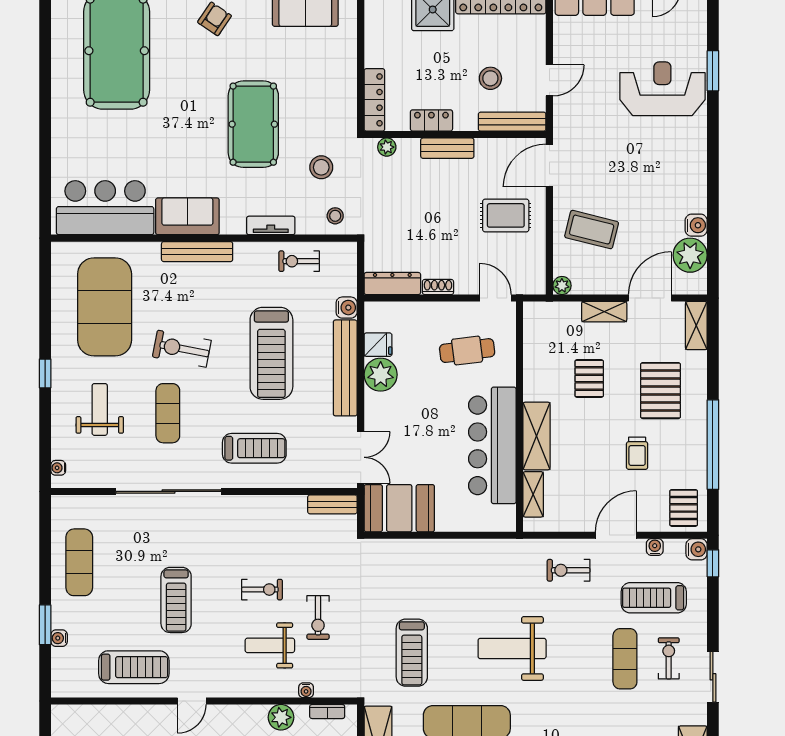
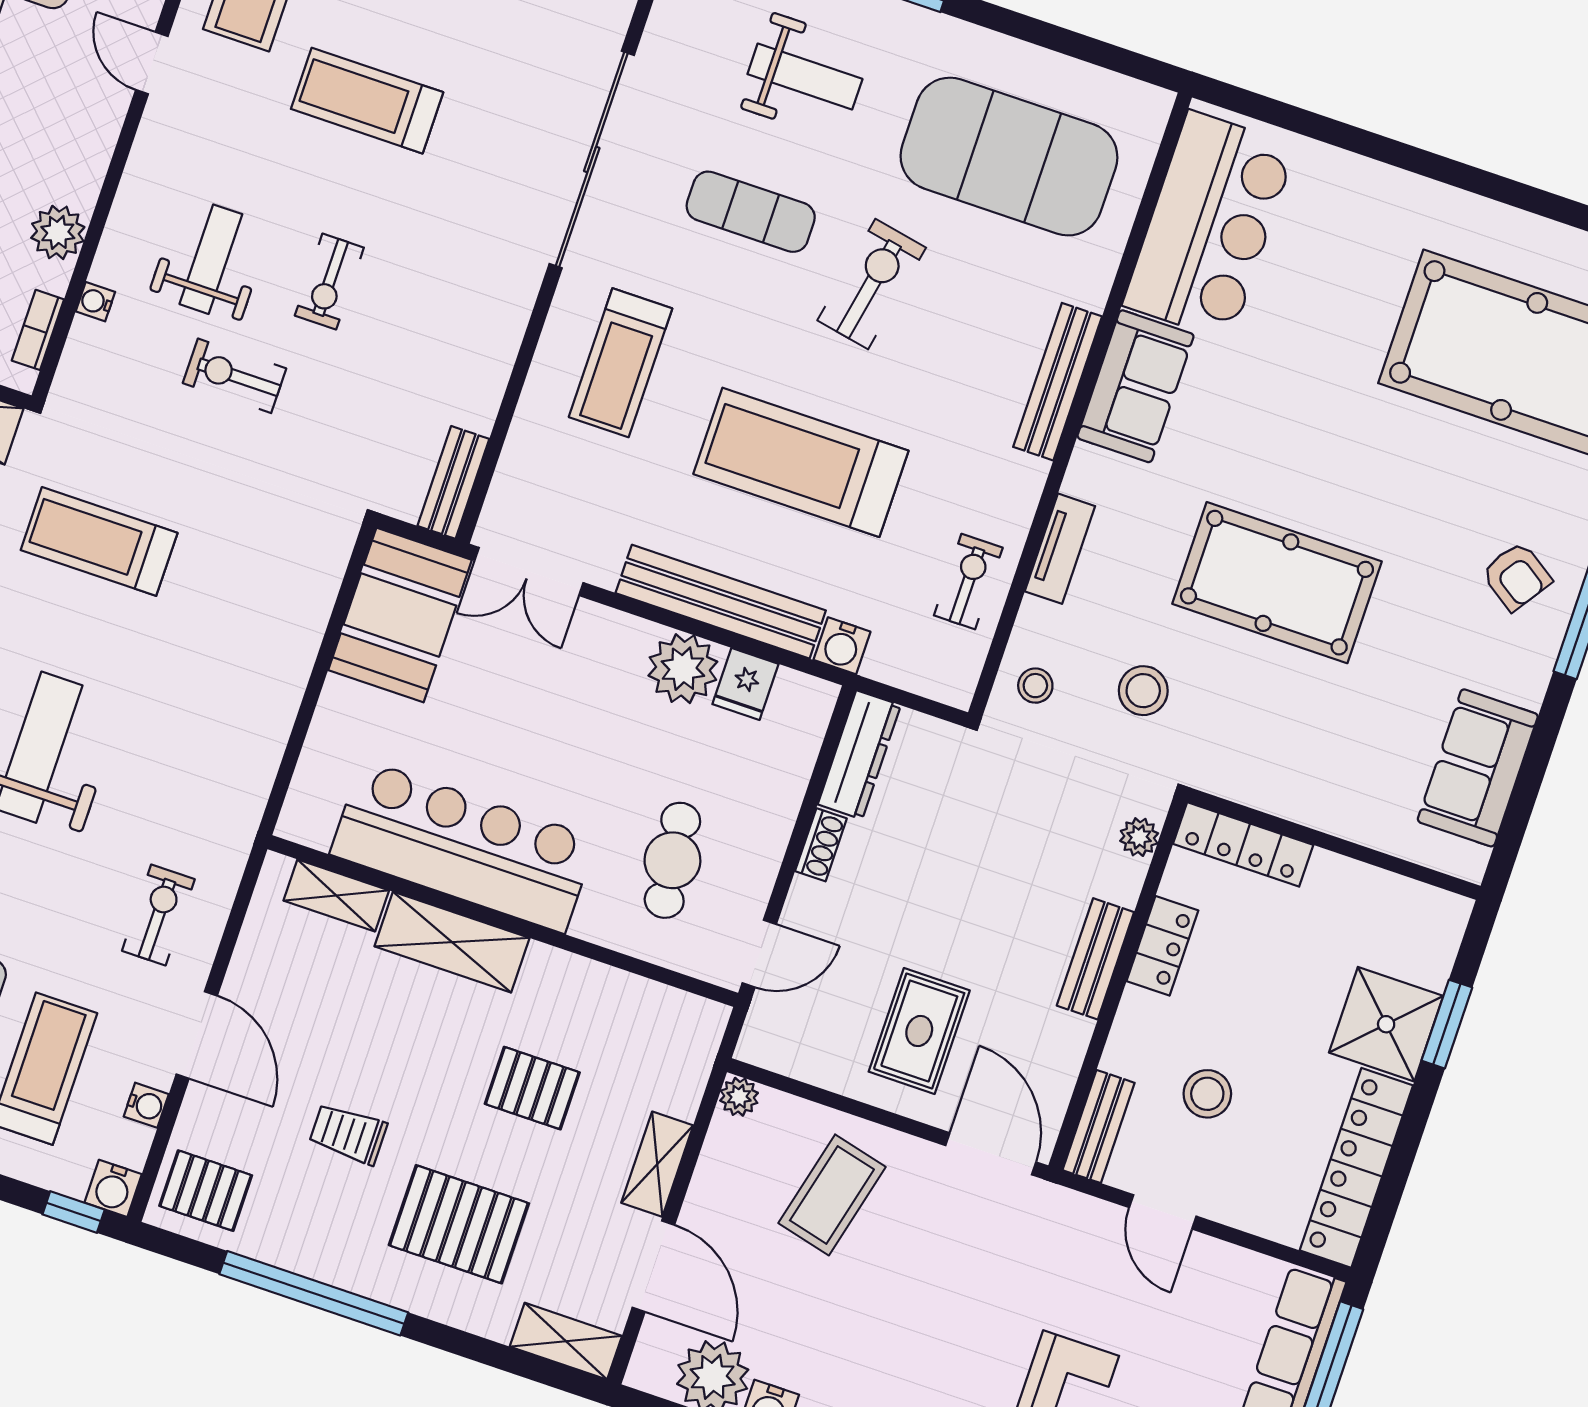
bench: (512, 122) -> (1099, 1126), width x0.73

